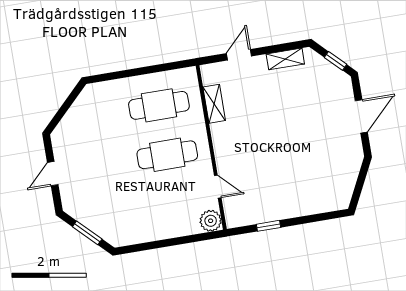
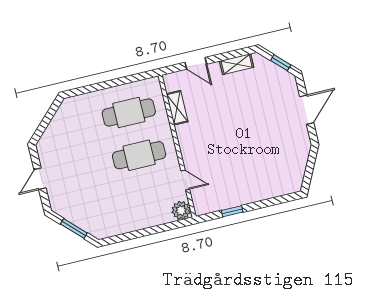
door: (239, 55) -> (196, 63), swing flipped

